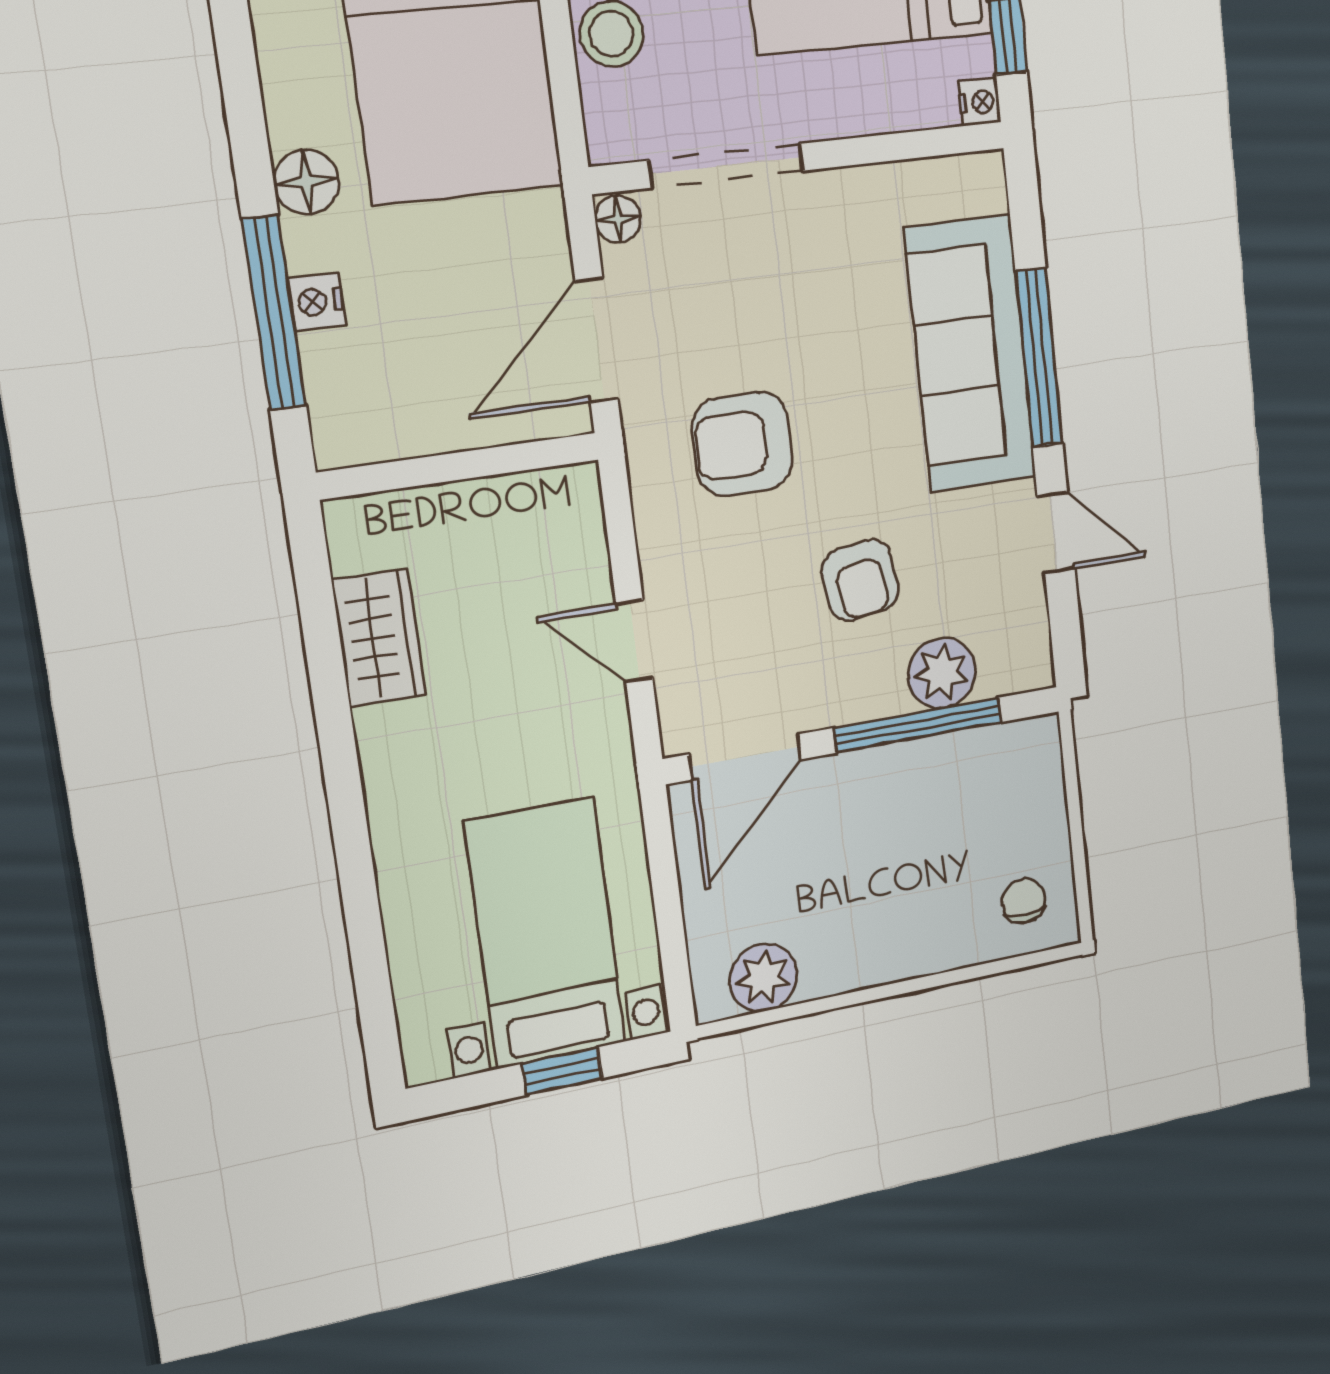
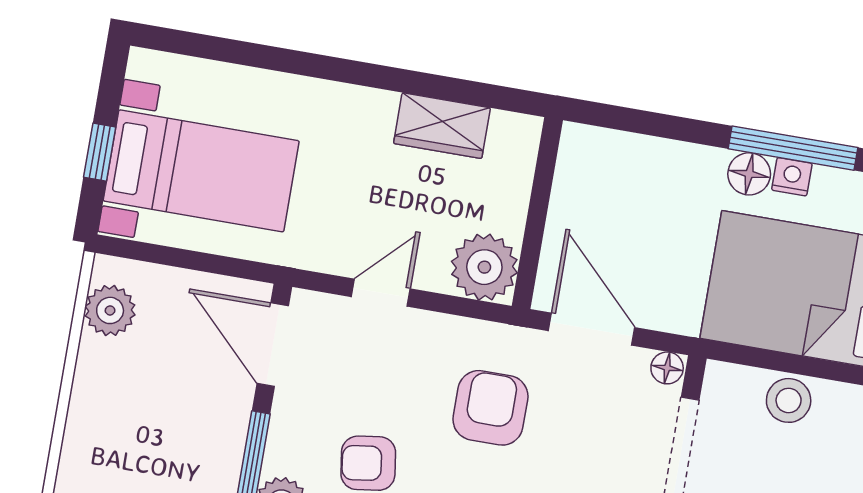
nightstand: (317, 302) -> (792, 177), moved
window: (274, 313) -> (793, 148), moved
plant: (557, 514) -> (484, 267), added

